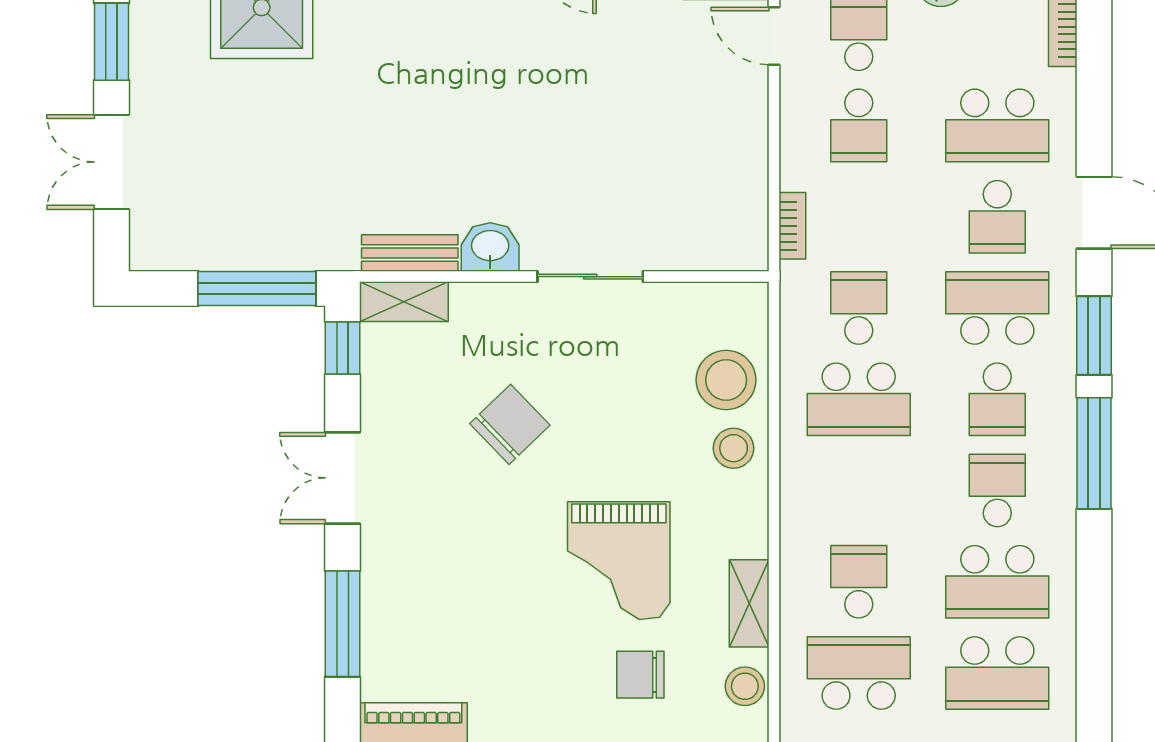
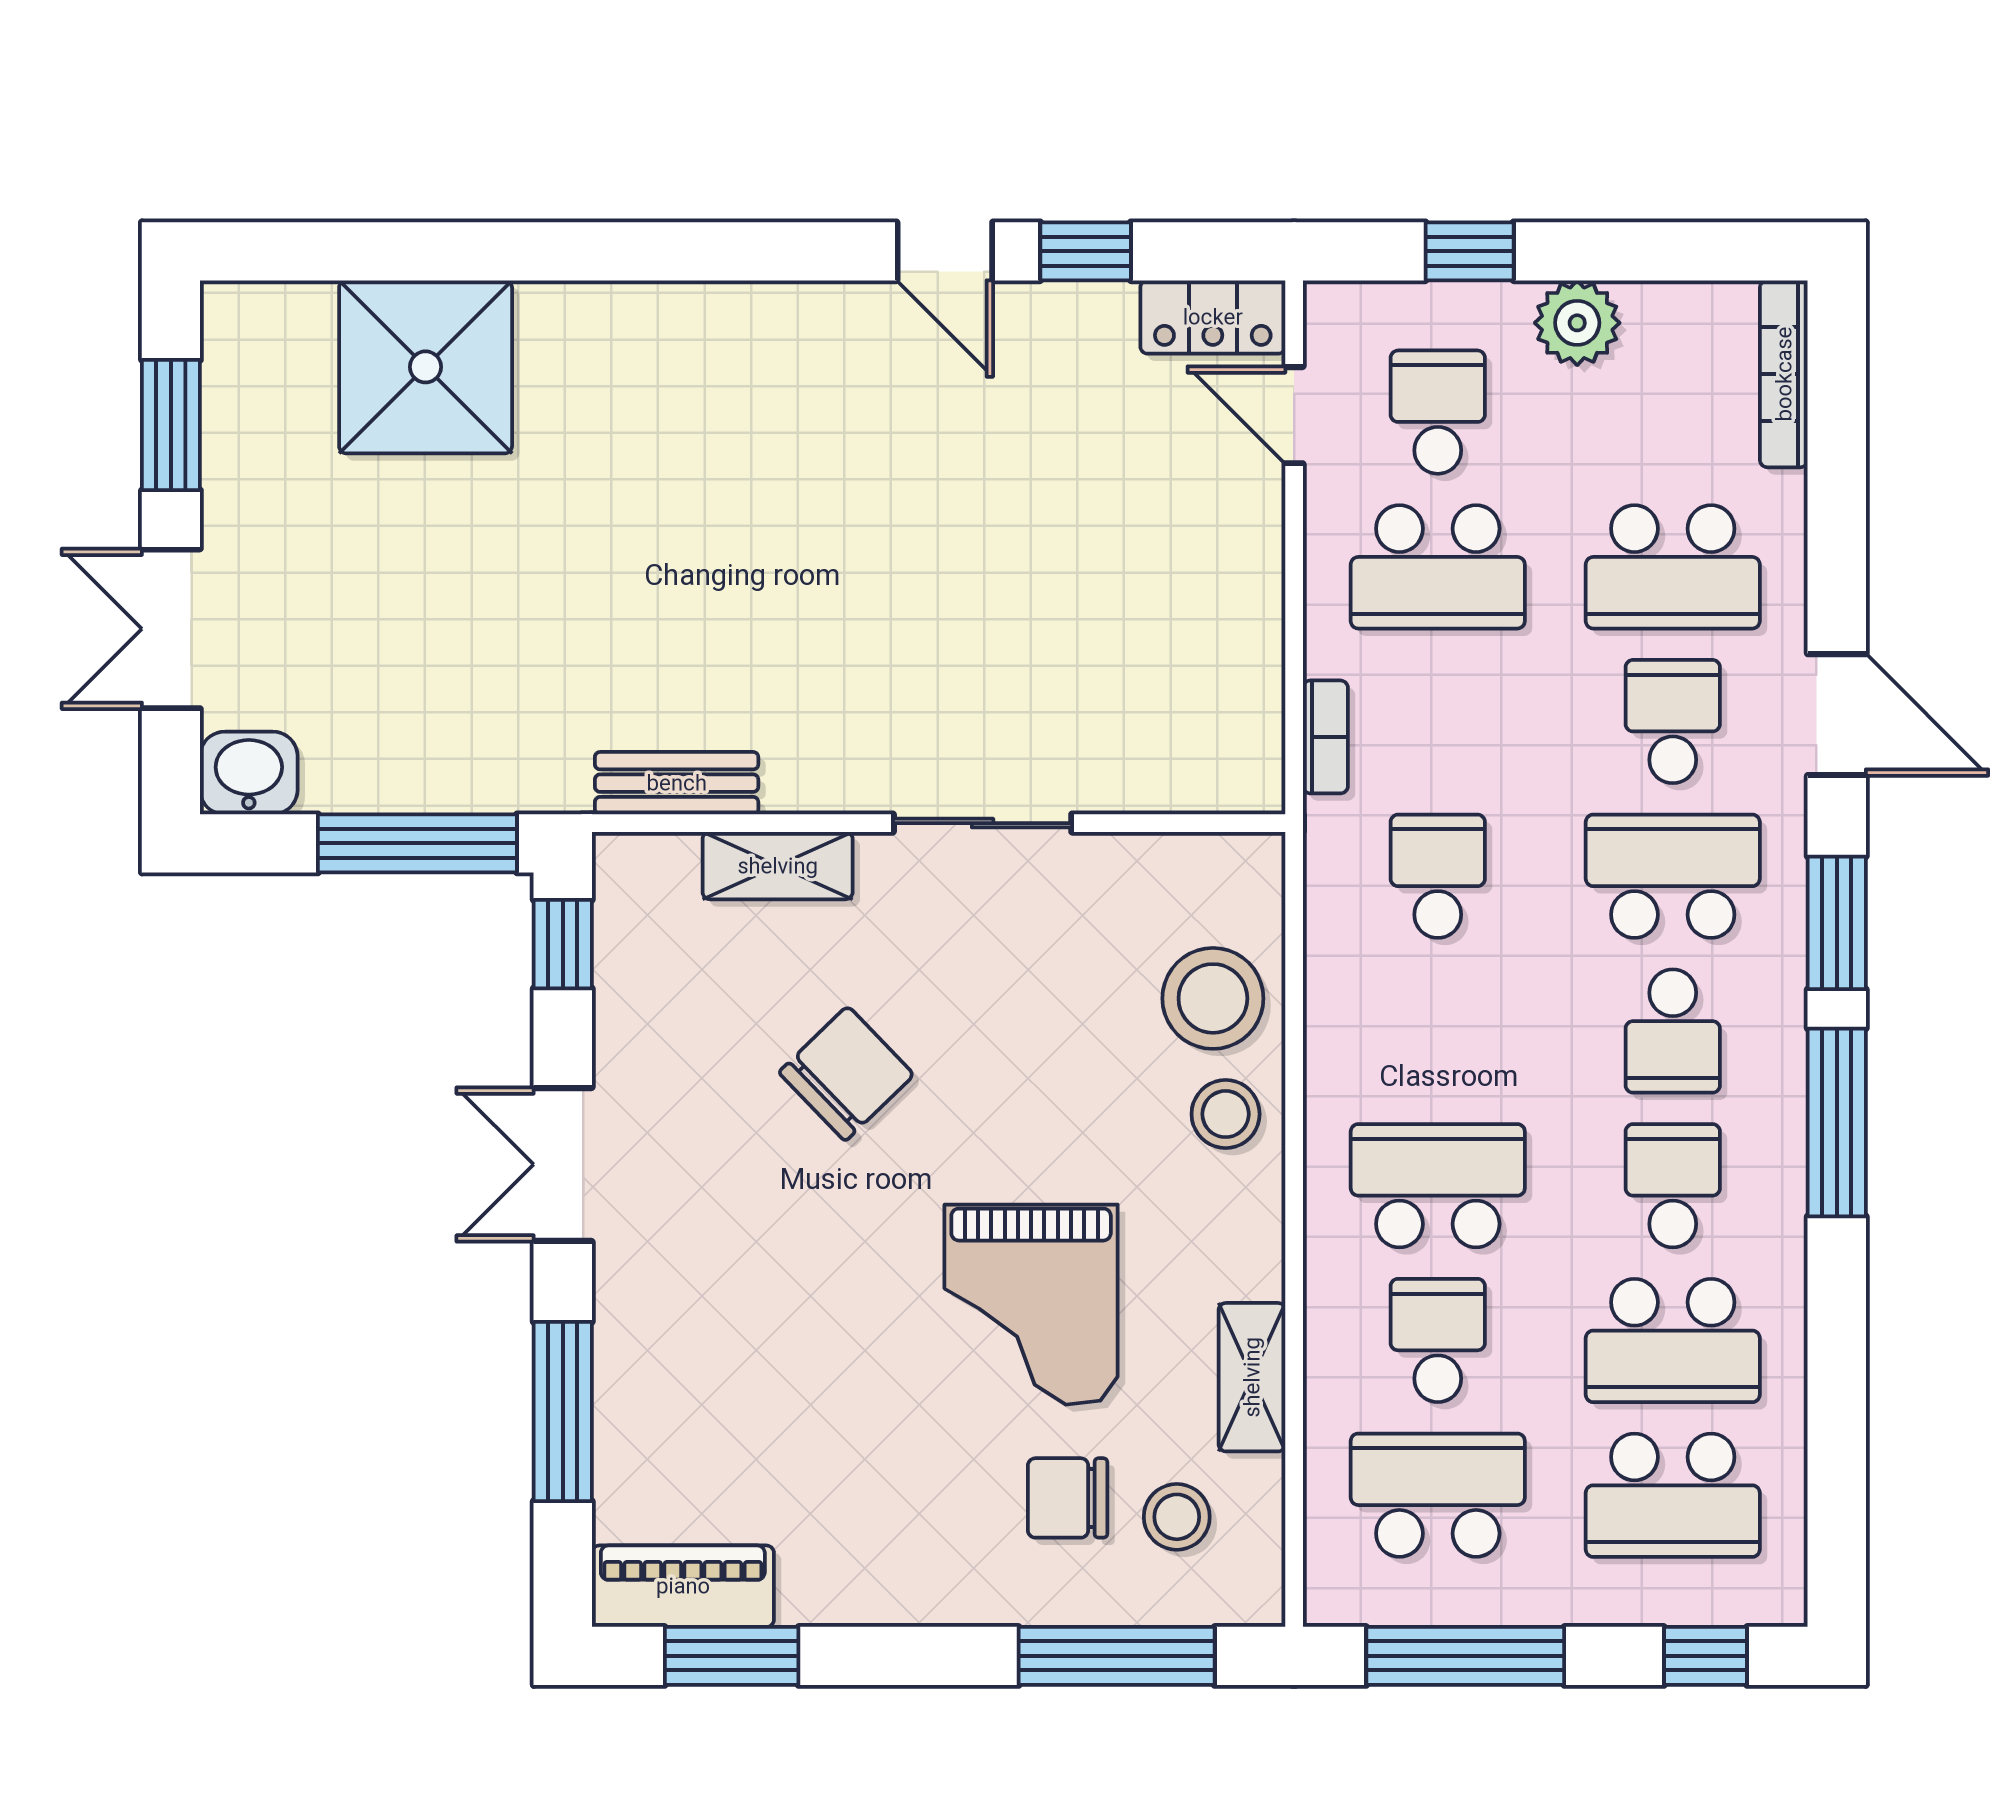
school desk: (859, 125) -> (1438, 567), width x1.85
school desk: (997, 217) -> (1673, 722), turned 180
washbasin: (490, 247) -> (249, 773), moved
shelving: (404, 302) -> (778, 866), moved
school desk: (859, 399) -> (1438, 1186), moved, turned 180
stool: (745, 686) -> (1177, 1517), moved

